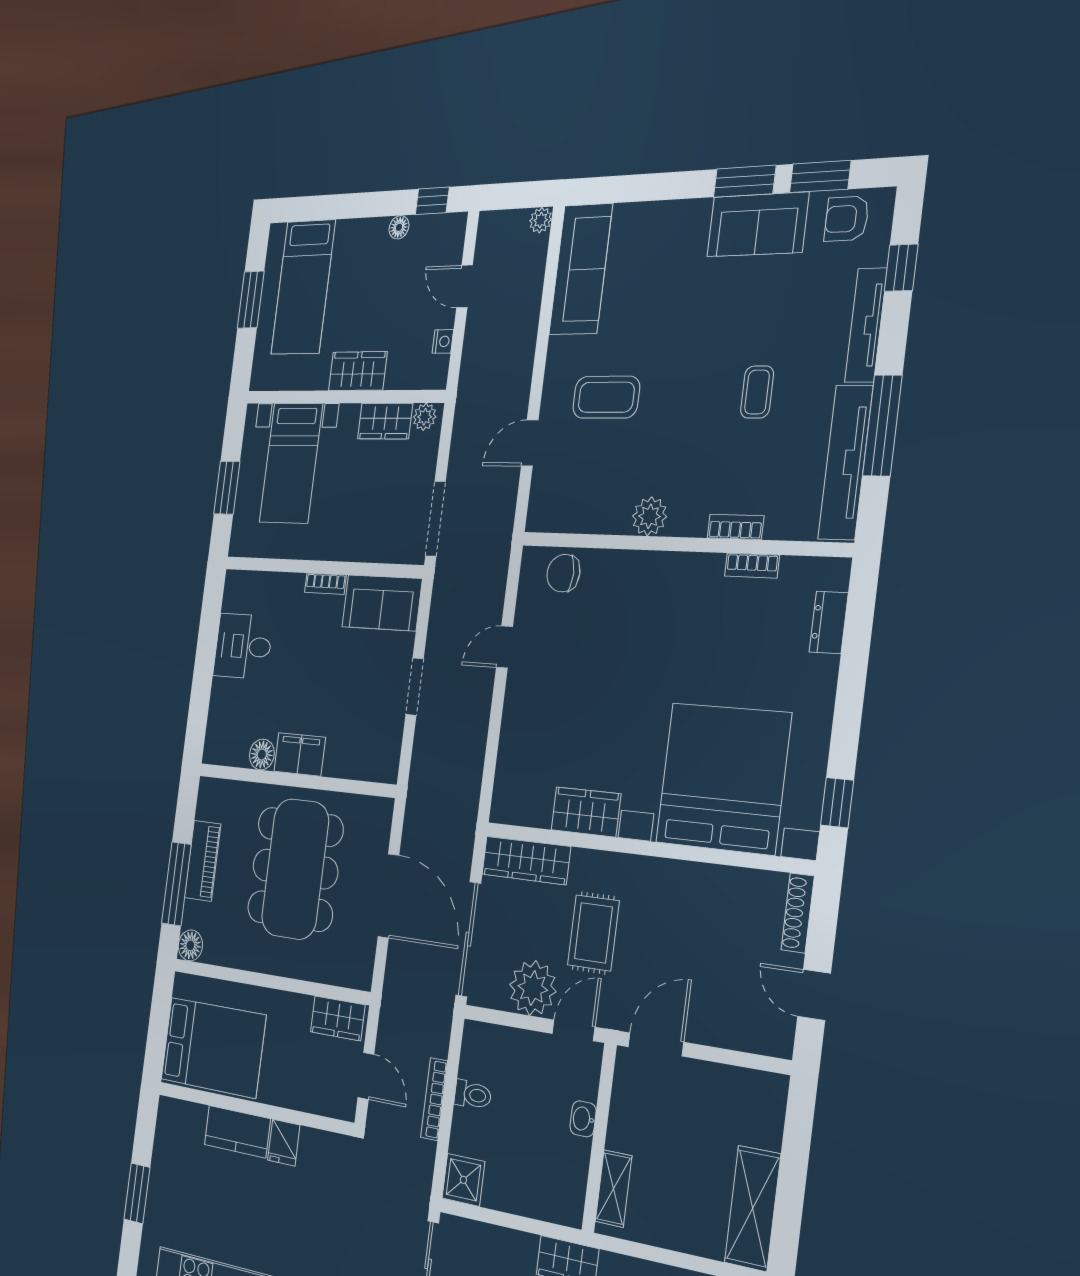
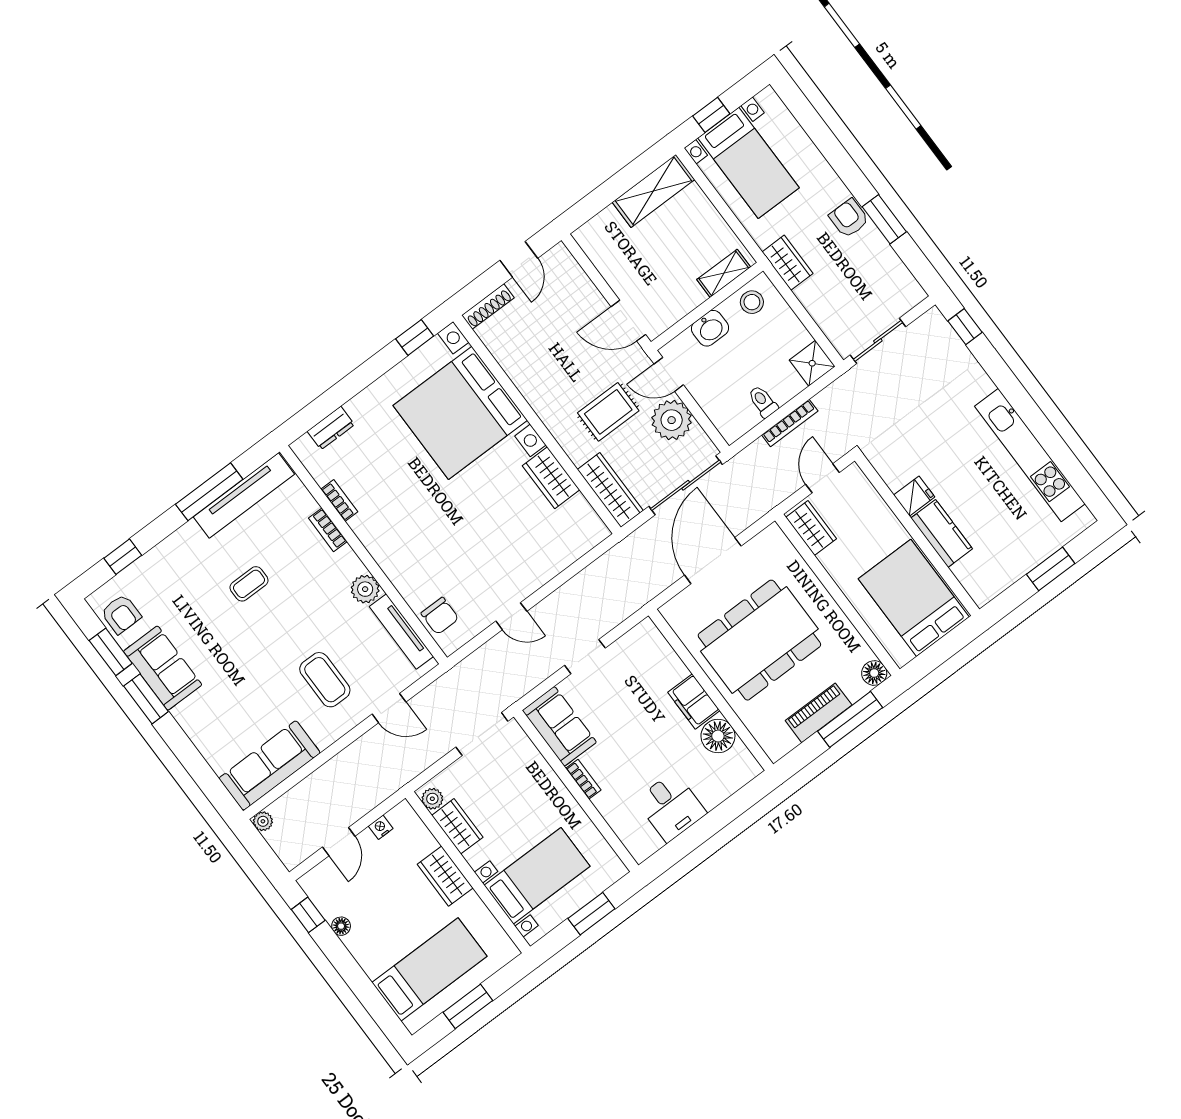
tv unit: (866, 325) -> (401, 631), moved, turned 90
floor lamp: (262, 754) -> (718, 736), width x1.38, depth x1.38
washbasin: (583, 1119) -> (710, 328), width x1.38, depth x1.45
stool: (564, 1186) -> (752, 302), added

